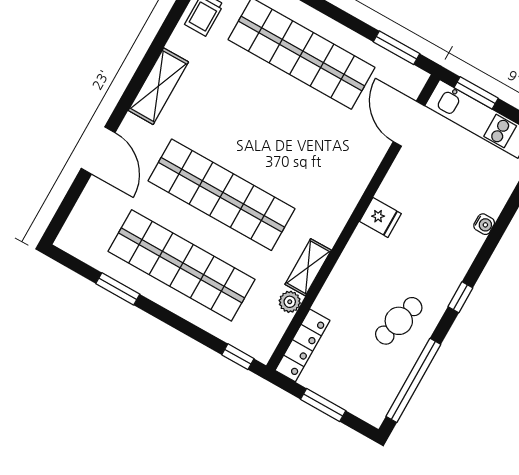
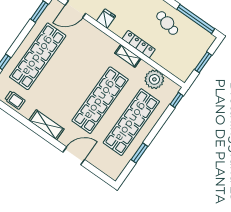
fridge: (380, 217) -> (106, 19), moved
shelving: (308, 267) -> (128, 56), moved
plant: (290, 302) -> (154, 79), width x1.88, depth x1.88
locker: (303, 345) -> (139, 44), moved

